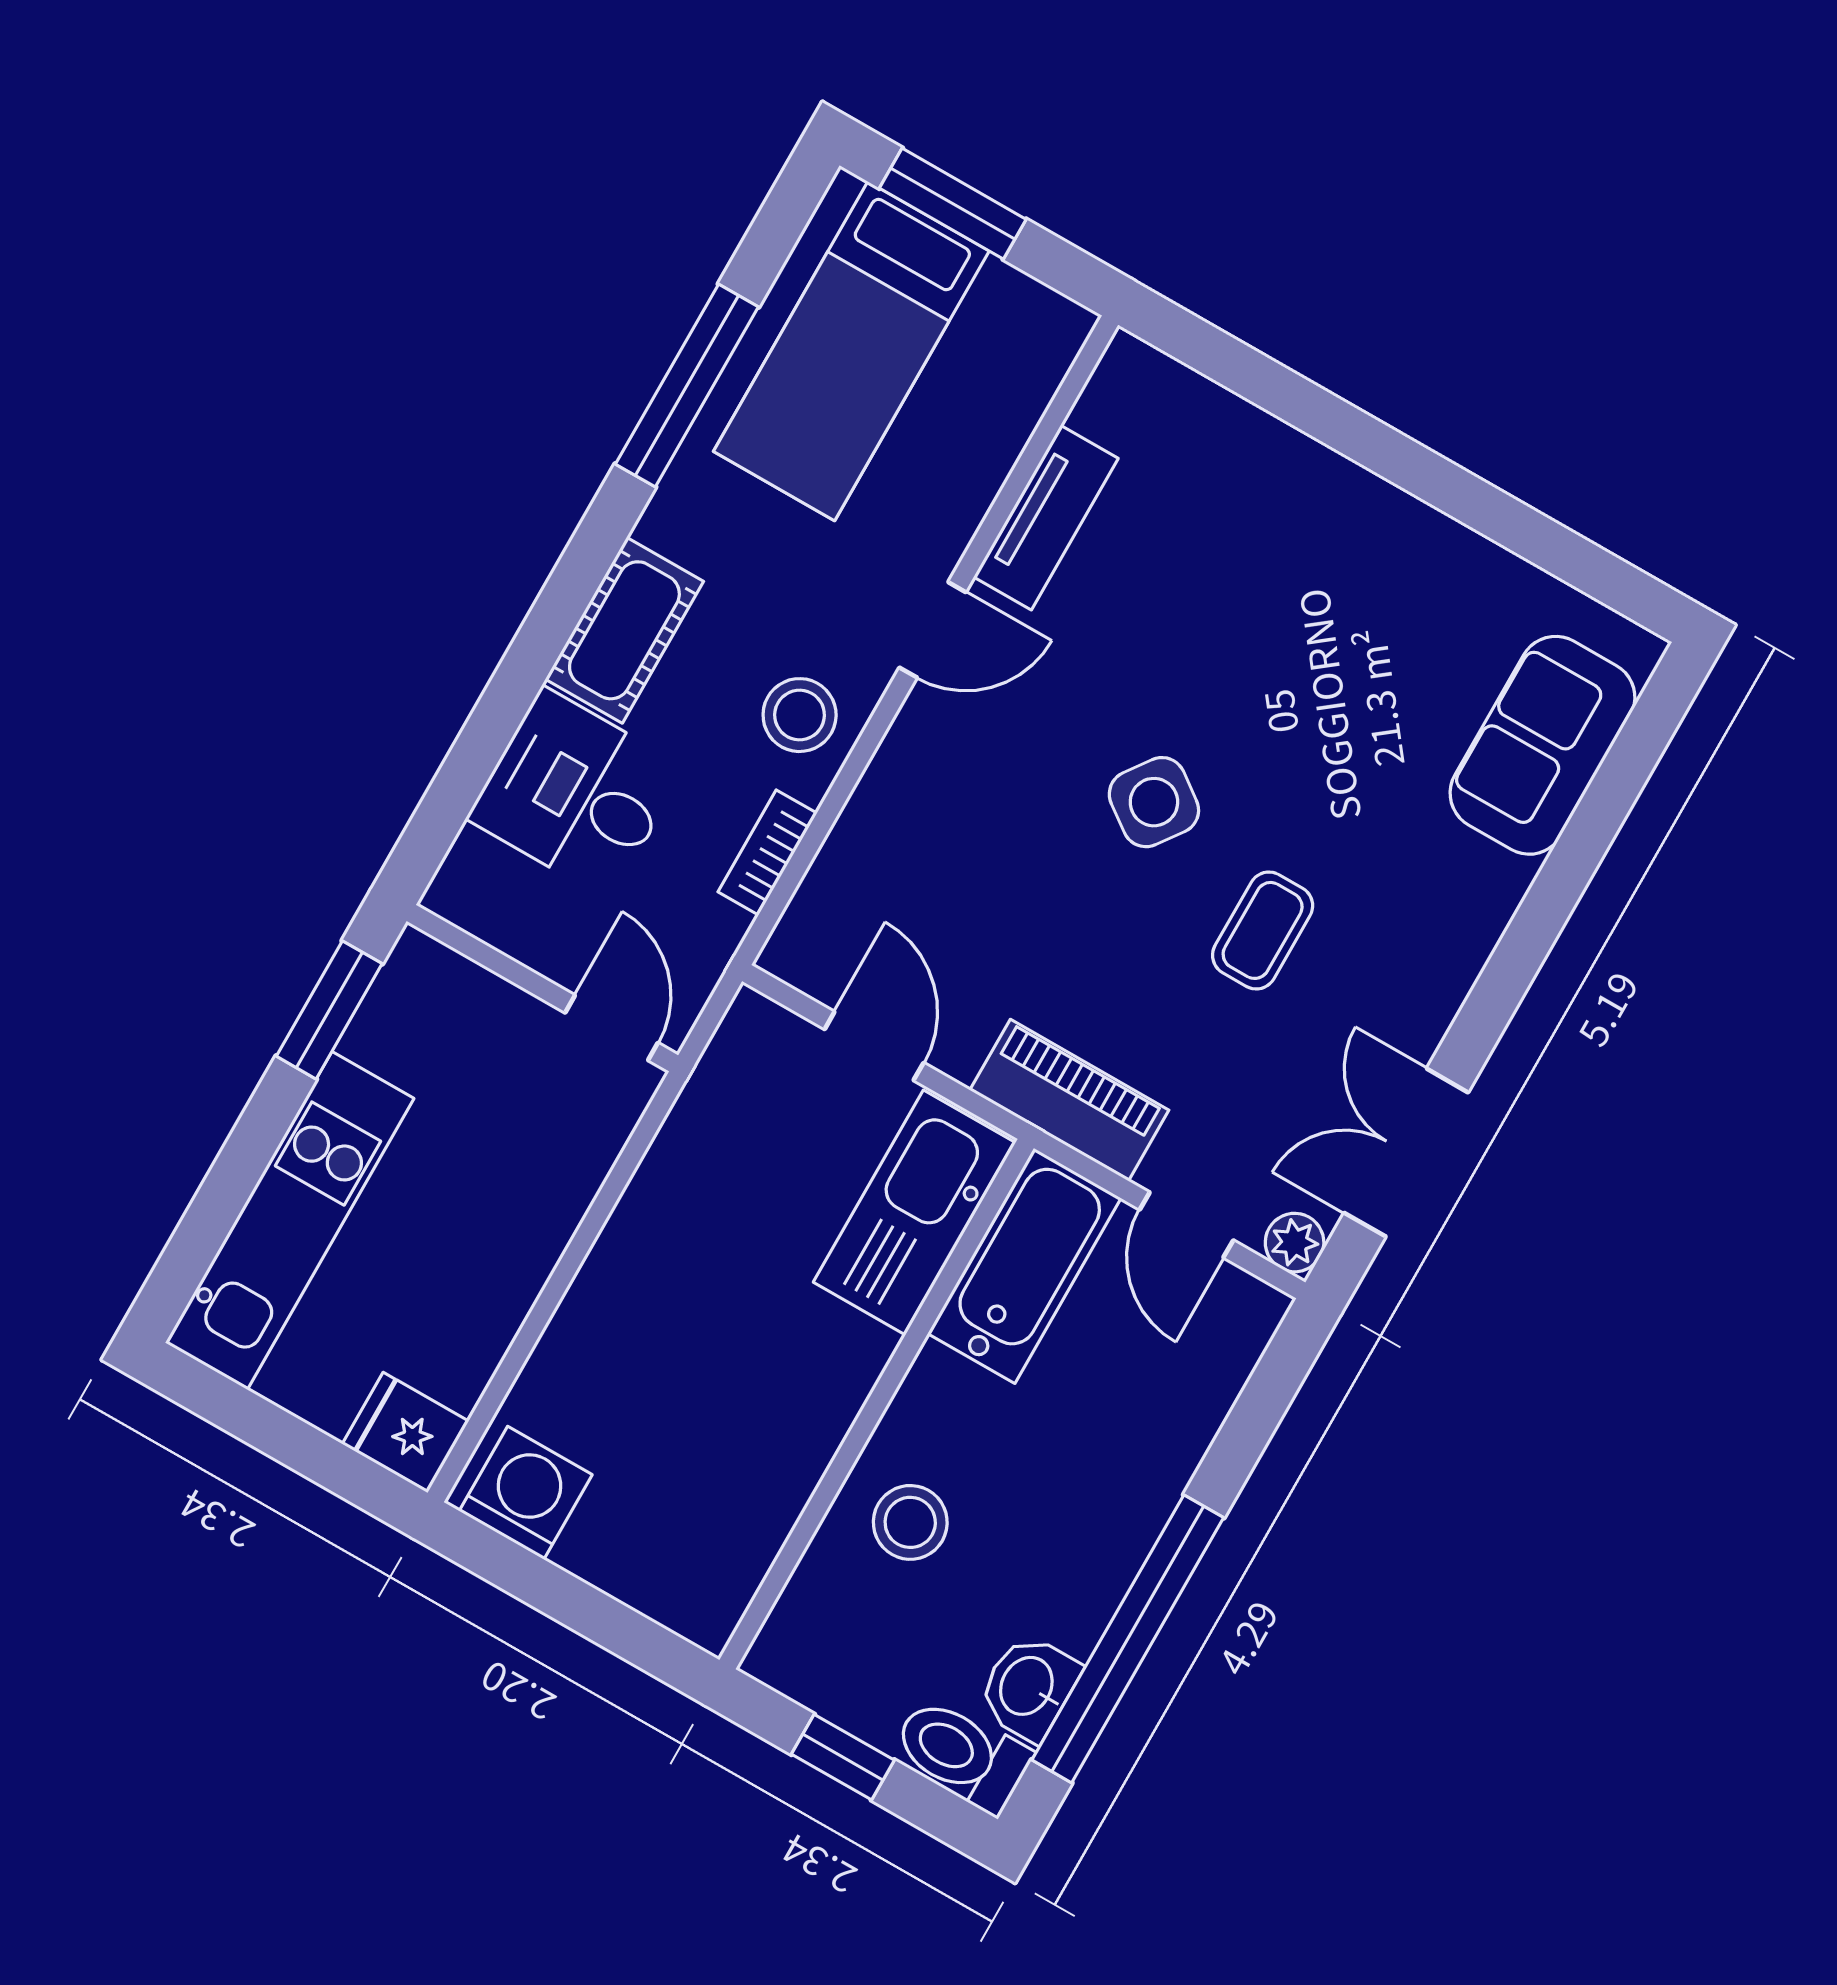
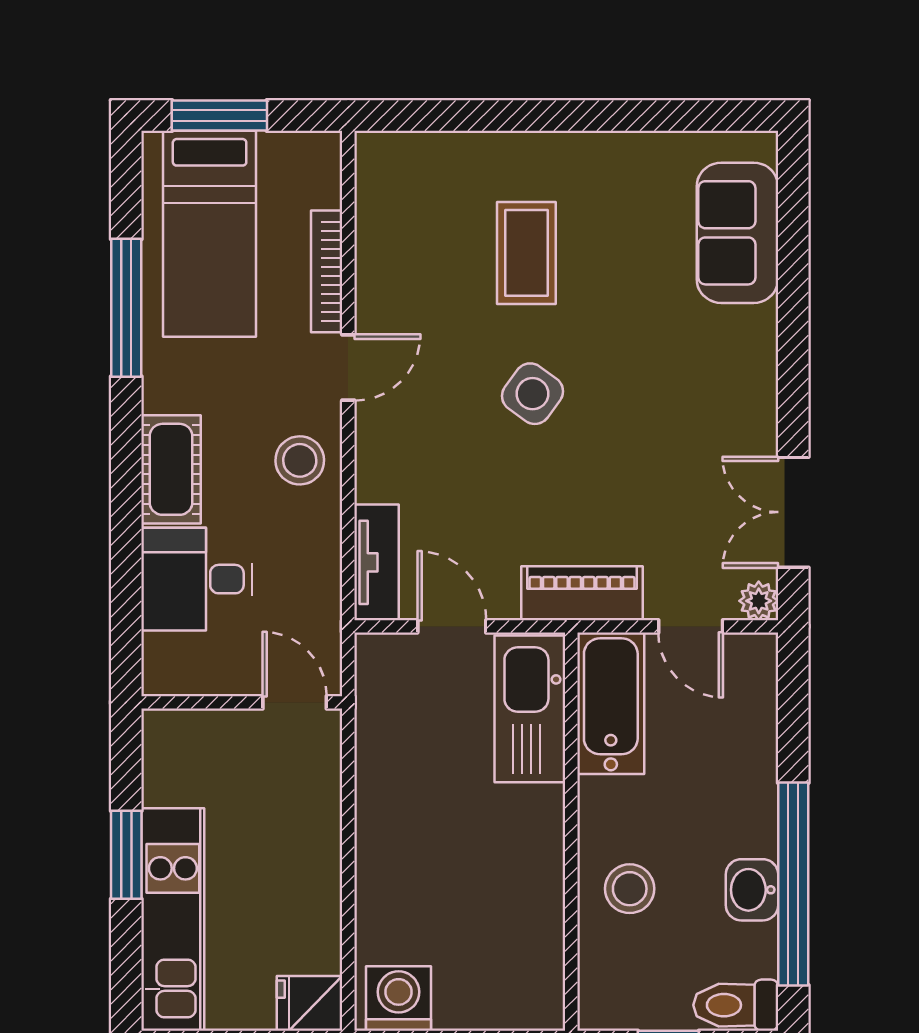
tv unit: (1046, 518) -> (377, 562), moved
bookcase: (767, 853) -> (327, 271), moved, width x1.56
coffee table: (1263, 930) -> (526, 253), moved, width x1.36, depth x1.30
window: (329, 1010) -> (126, 855), moved
washbasin: (1028, 1687) -> (752, 890), moved

